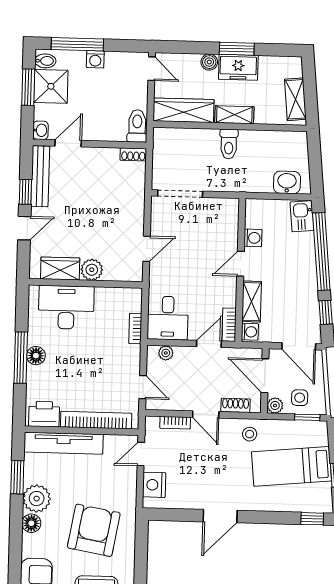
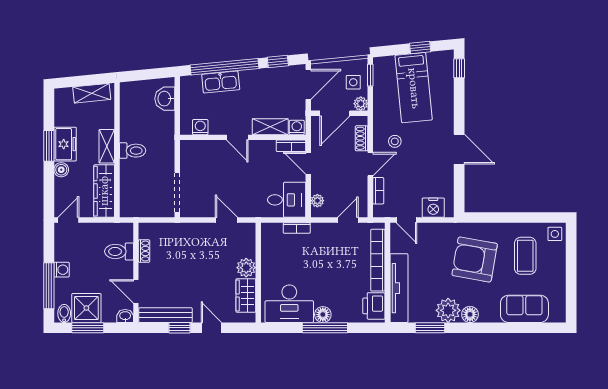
toilet: (137, 126) -> (119, 251), moved
shoe rack: (133, 154) -> (144, 251), moved
kitchen sink: (302, 216) -> (221, 82), moved, width x1.38
washing machine: (253, 238) -> (200, 127), moved
desk: (66, 307) -> (289, 304), moved, turned -90
stool: (250, 434) -> (395, 141), moved

